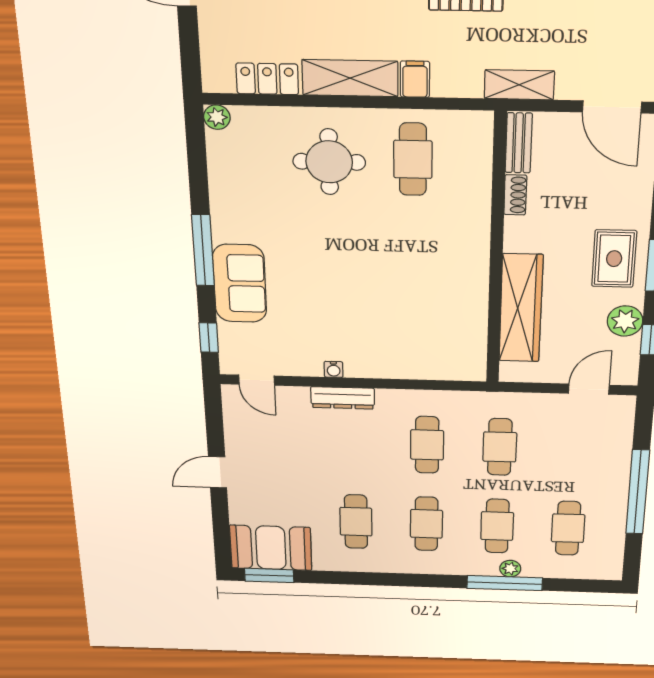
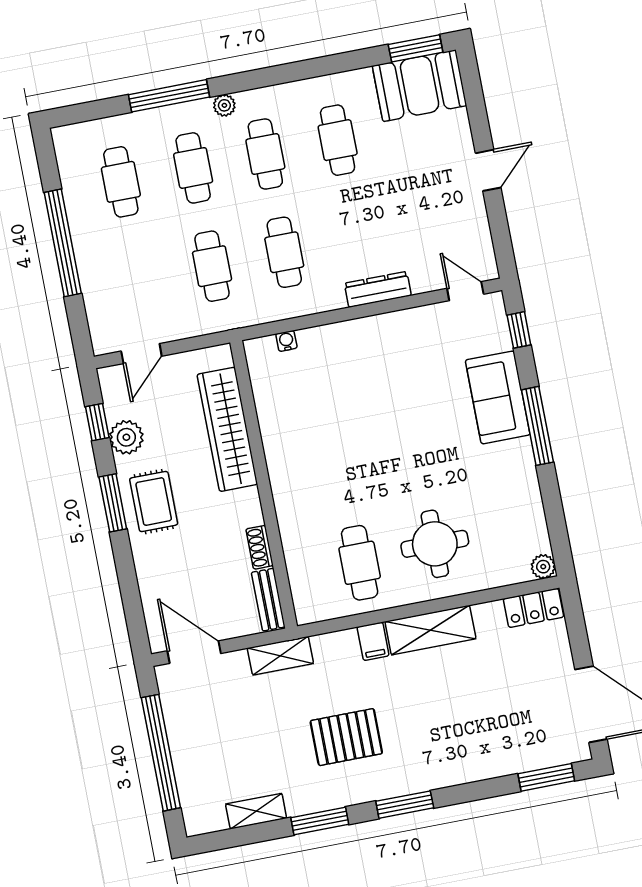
locker: (267, 79) -> (534, 608), moved
water cooler: (334, 369) -> (286, 341), moved
plant: (510, 569) -> (224, 105), moved

